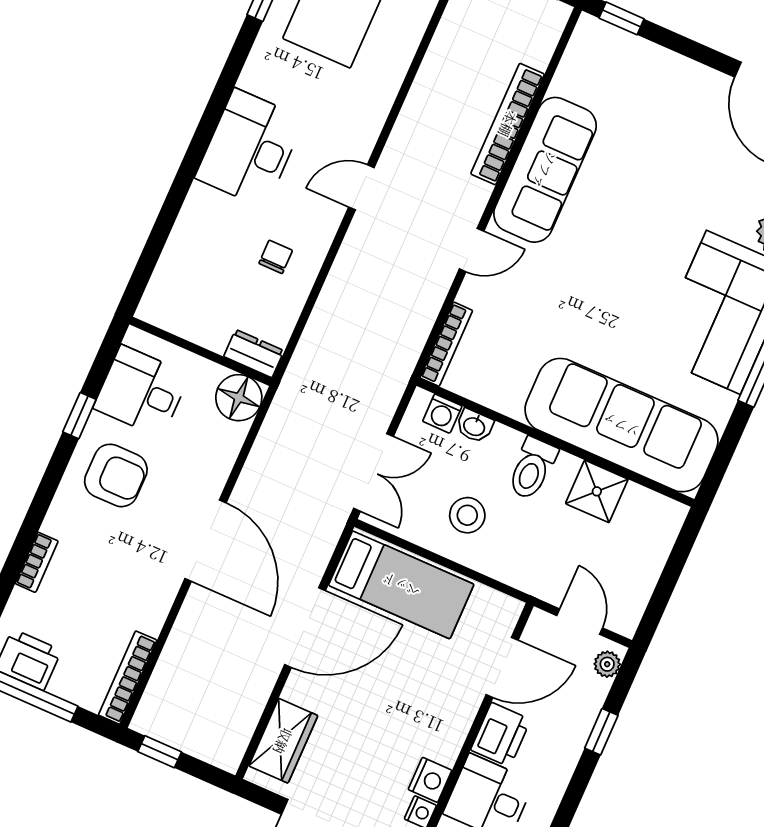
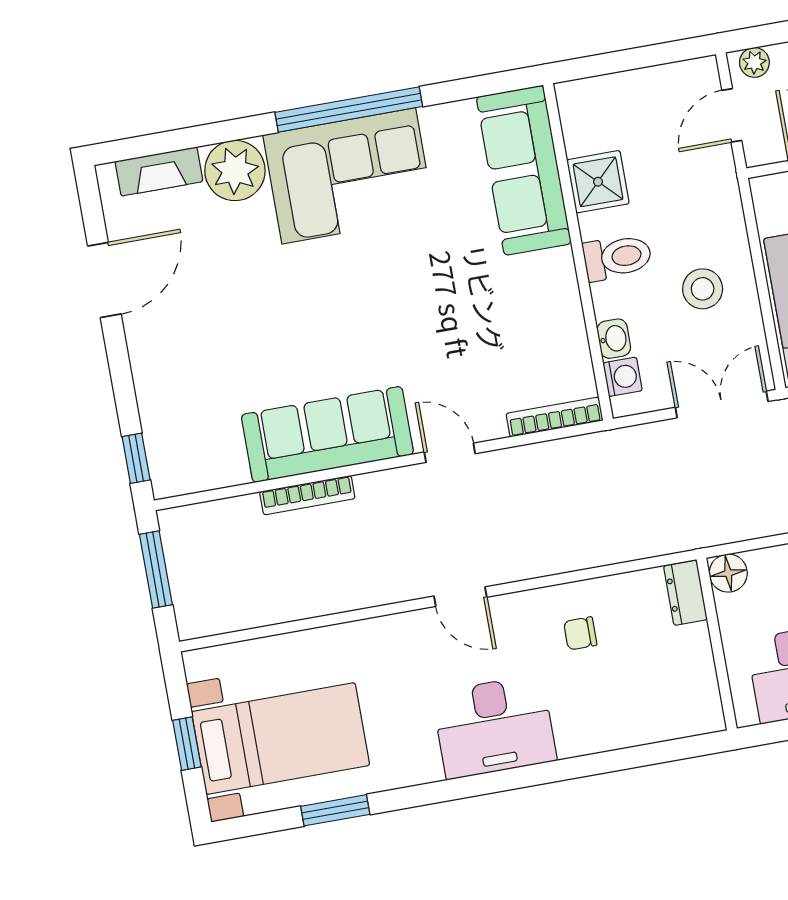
bookcase: (508, 124) -> (307, 495), width x0.68, depth x0.76
floor lamp: (239, 398) -> (728, 573), width x0.73, depth x0.73
sofa: (621, 425) -> (524, 170), width x0.74, depth x0.79

